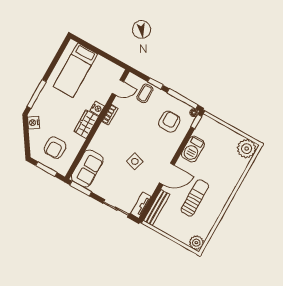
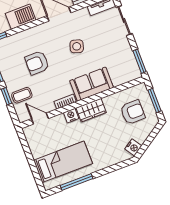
window: (37, 94) -> (77, 182), moved
armchair: (169, 122) -> (37, 63), moved
sofa: (87, 168) -> (92, 84), moved

